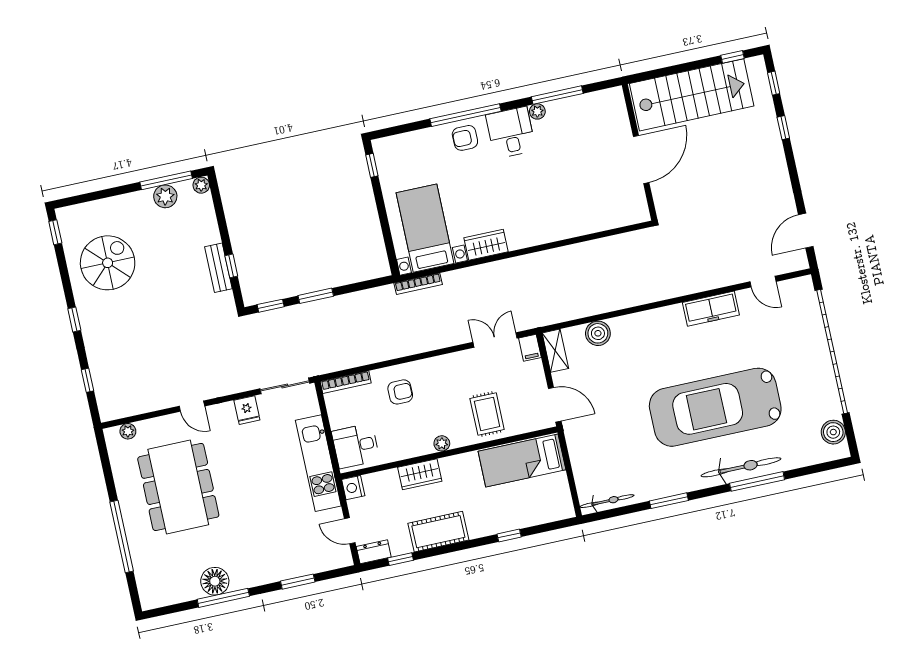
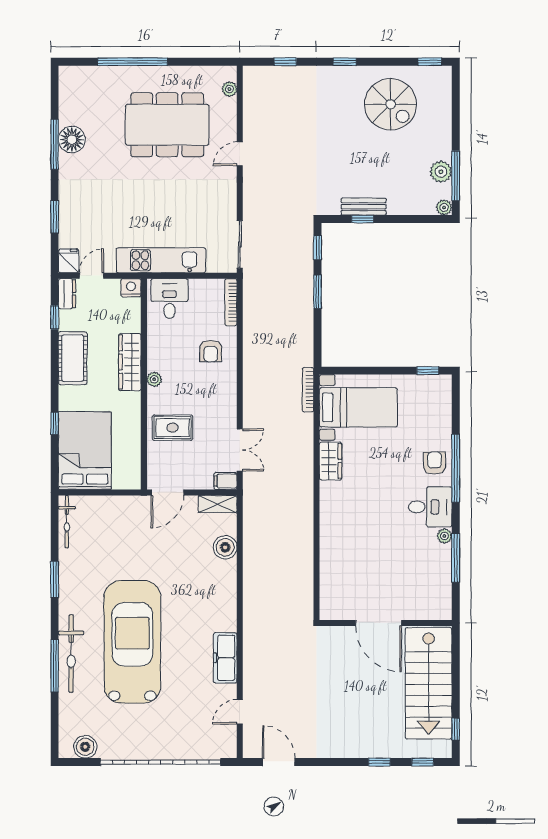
fridge: (247, 410) -> (69, 261), moved, turned 90
bed: (522, 460) -> (85, 451), moved, width x1.50
wardrobe: (420, 474) -> (130, 362), width x1.50

